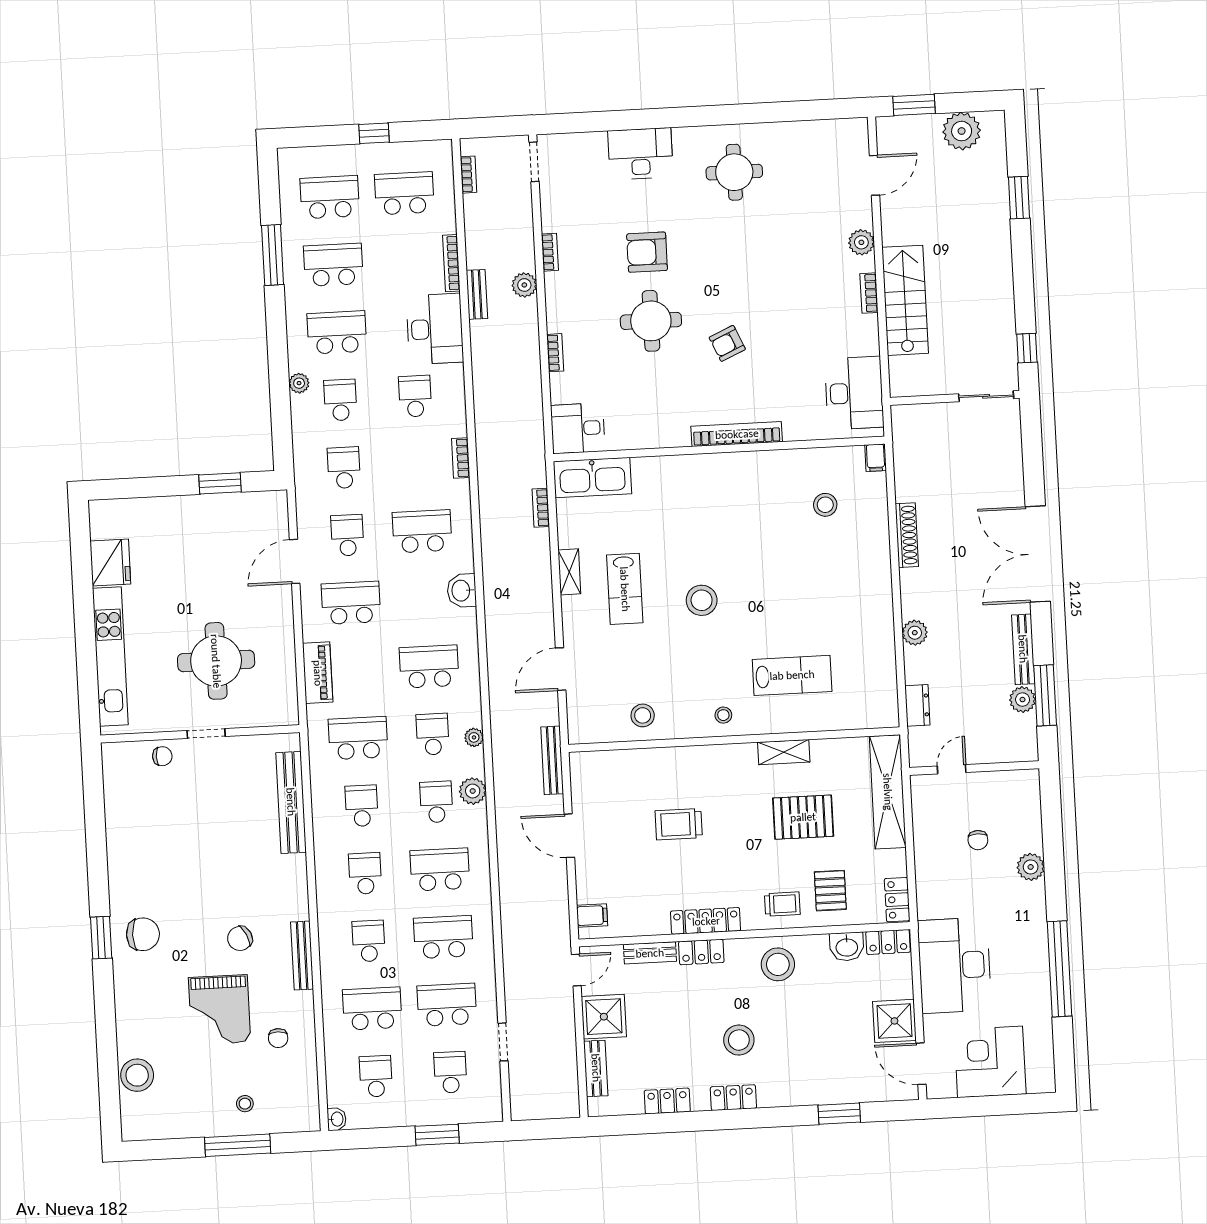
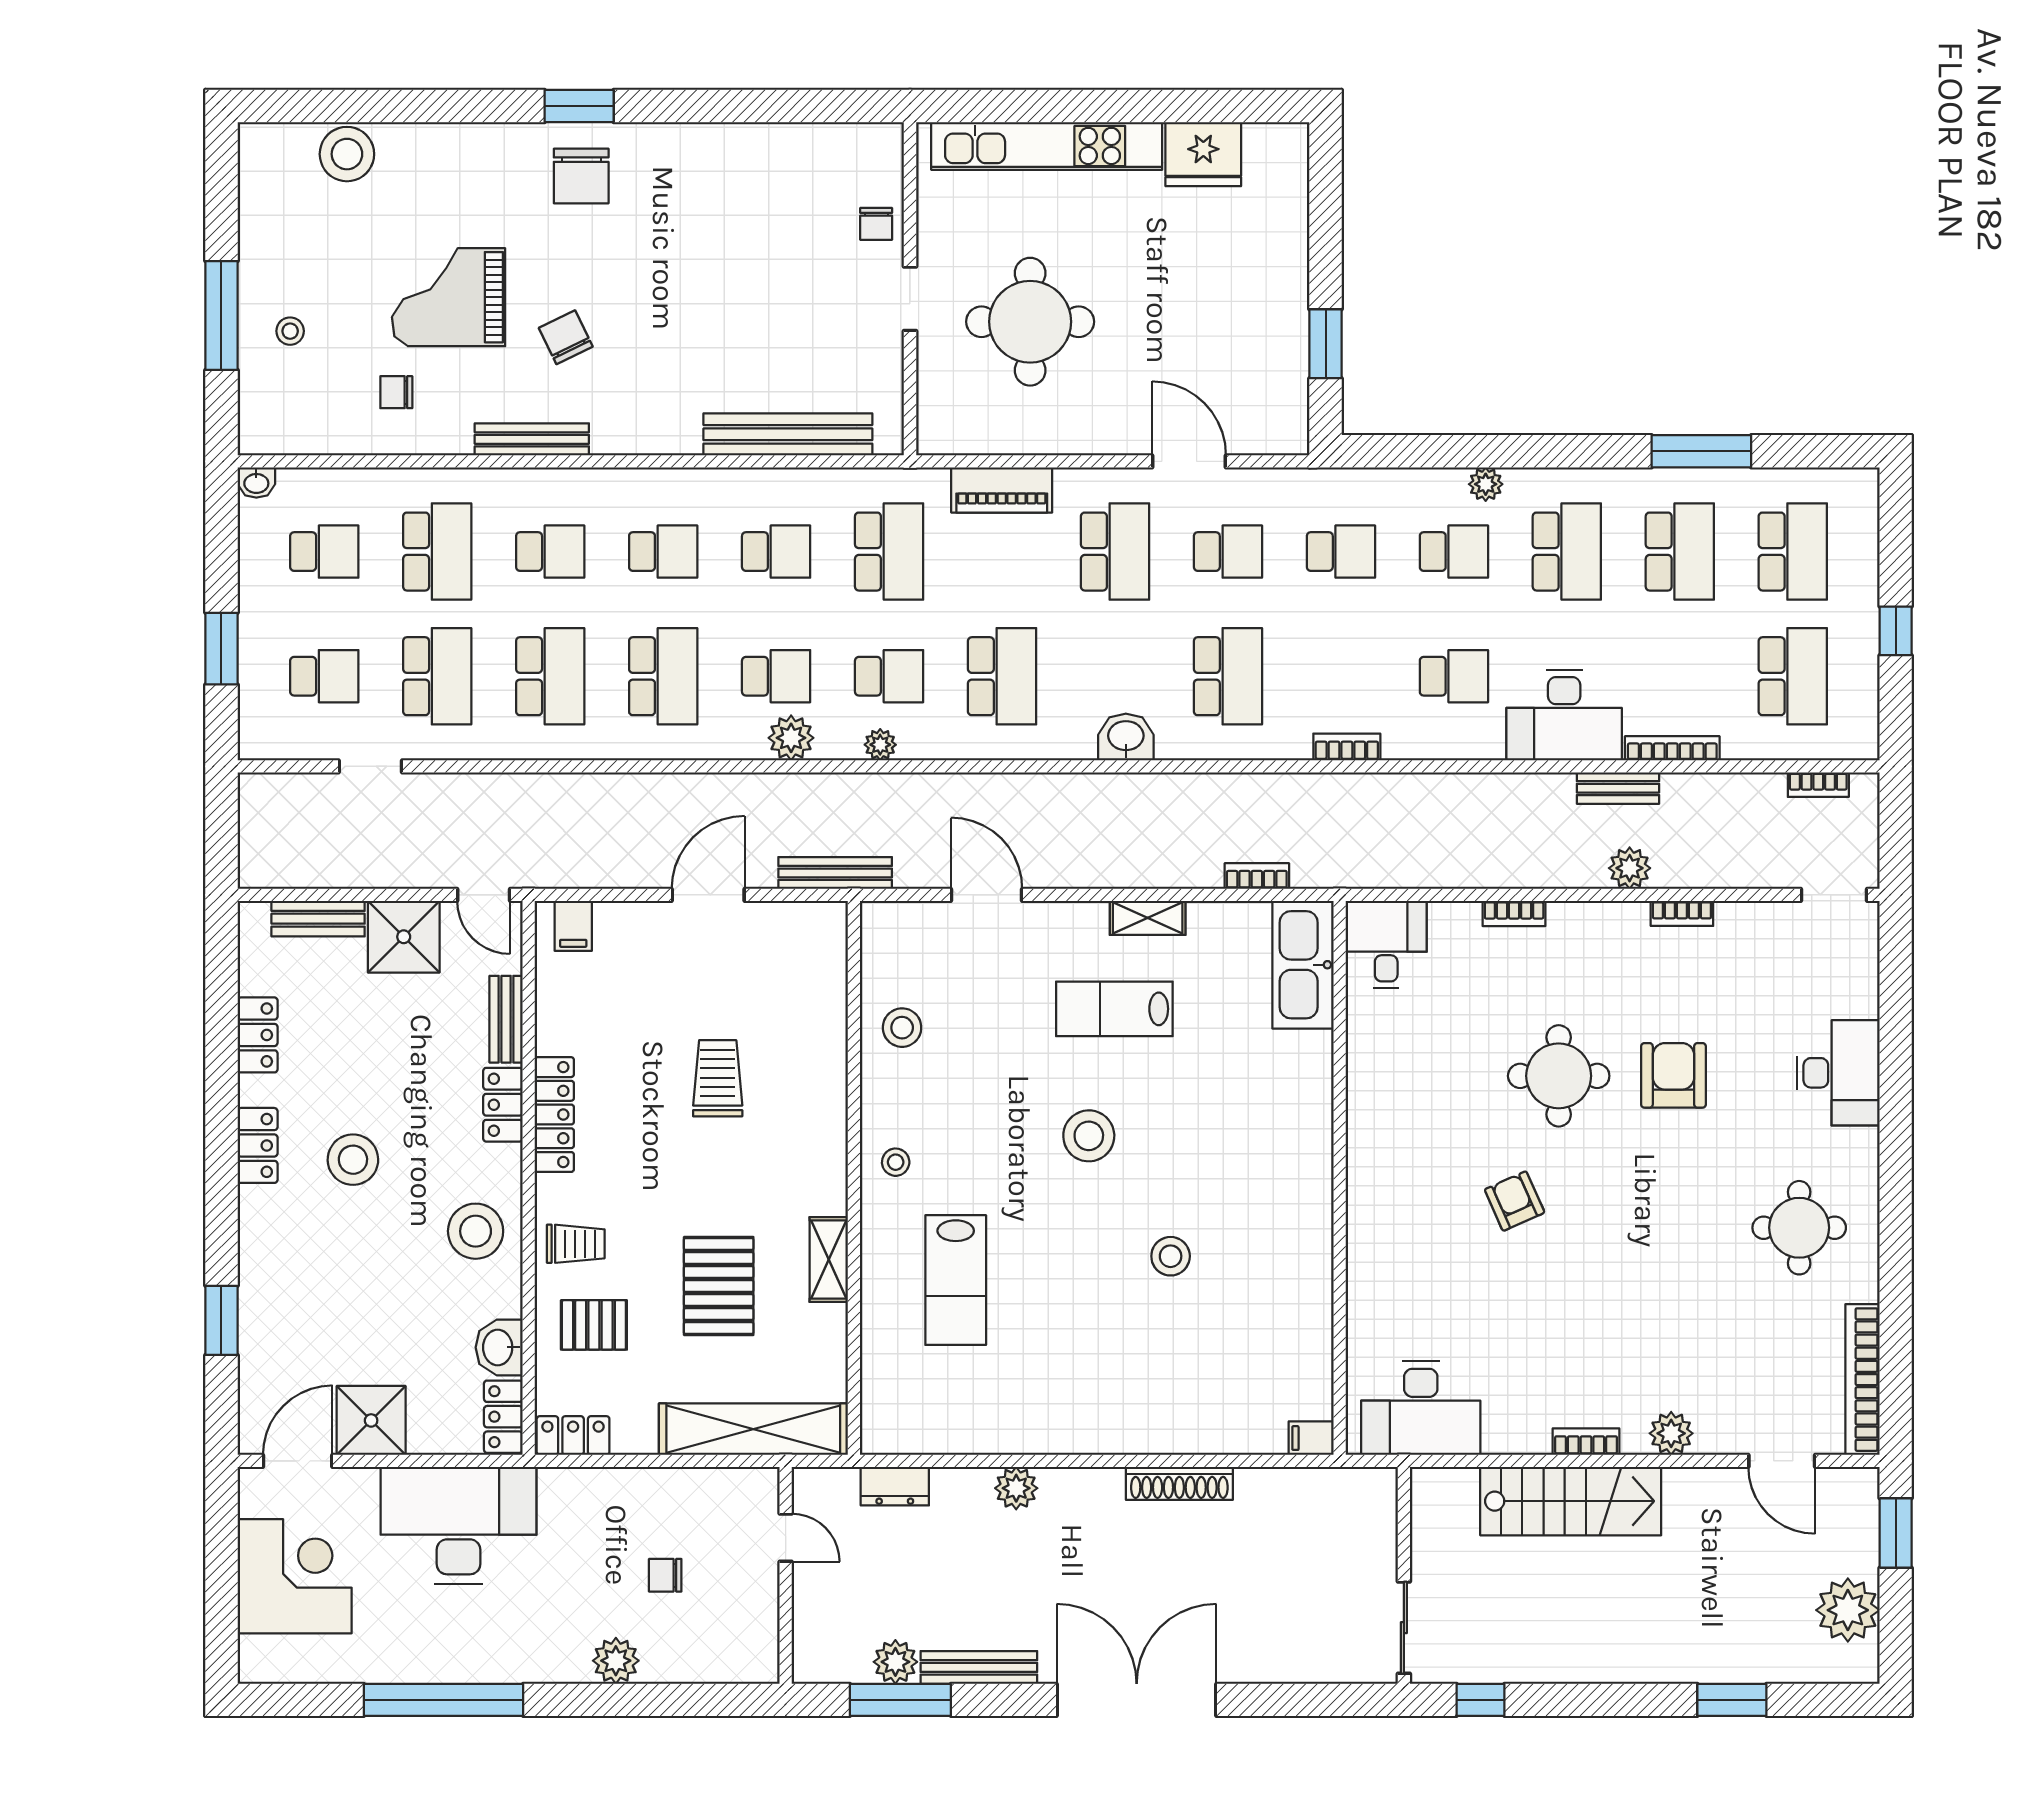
bookcase: (737, 434) -> (1862, 1380), moved, turned 180
stool: (825, 505) -> (1171, 1256), moved
trolley: (782, 904) -> (576, 1244), turned -90

